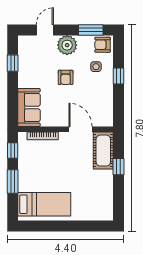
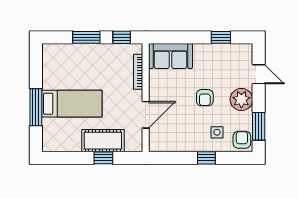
armchair: (66, 77) -> (205, 98), turned -90
cot: (103, 151) -> (103, 141), moved
bed: (44, 204) -> (72, 104), moved, turned -90
window: (74, 226) -> (36, 107), added

